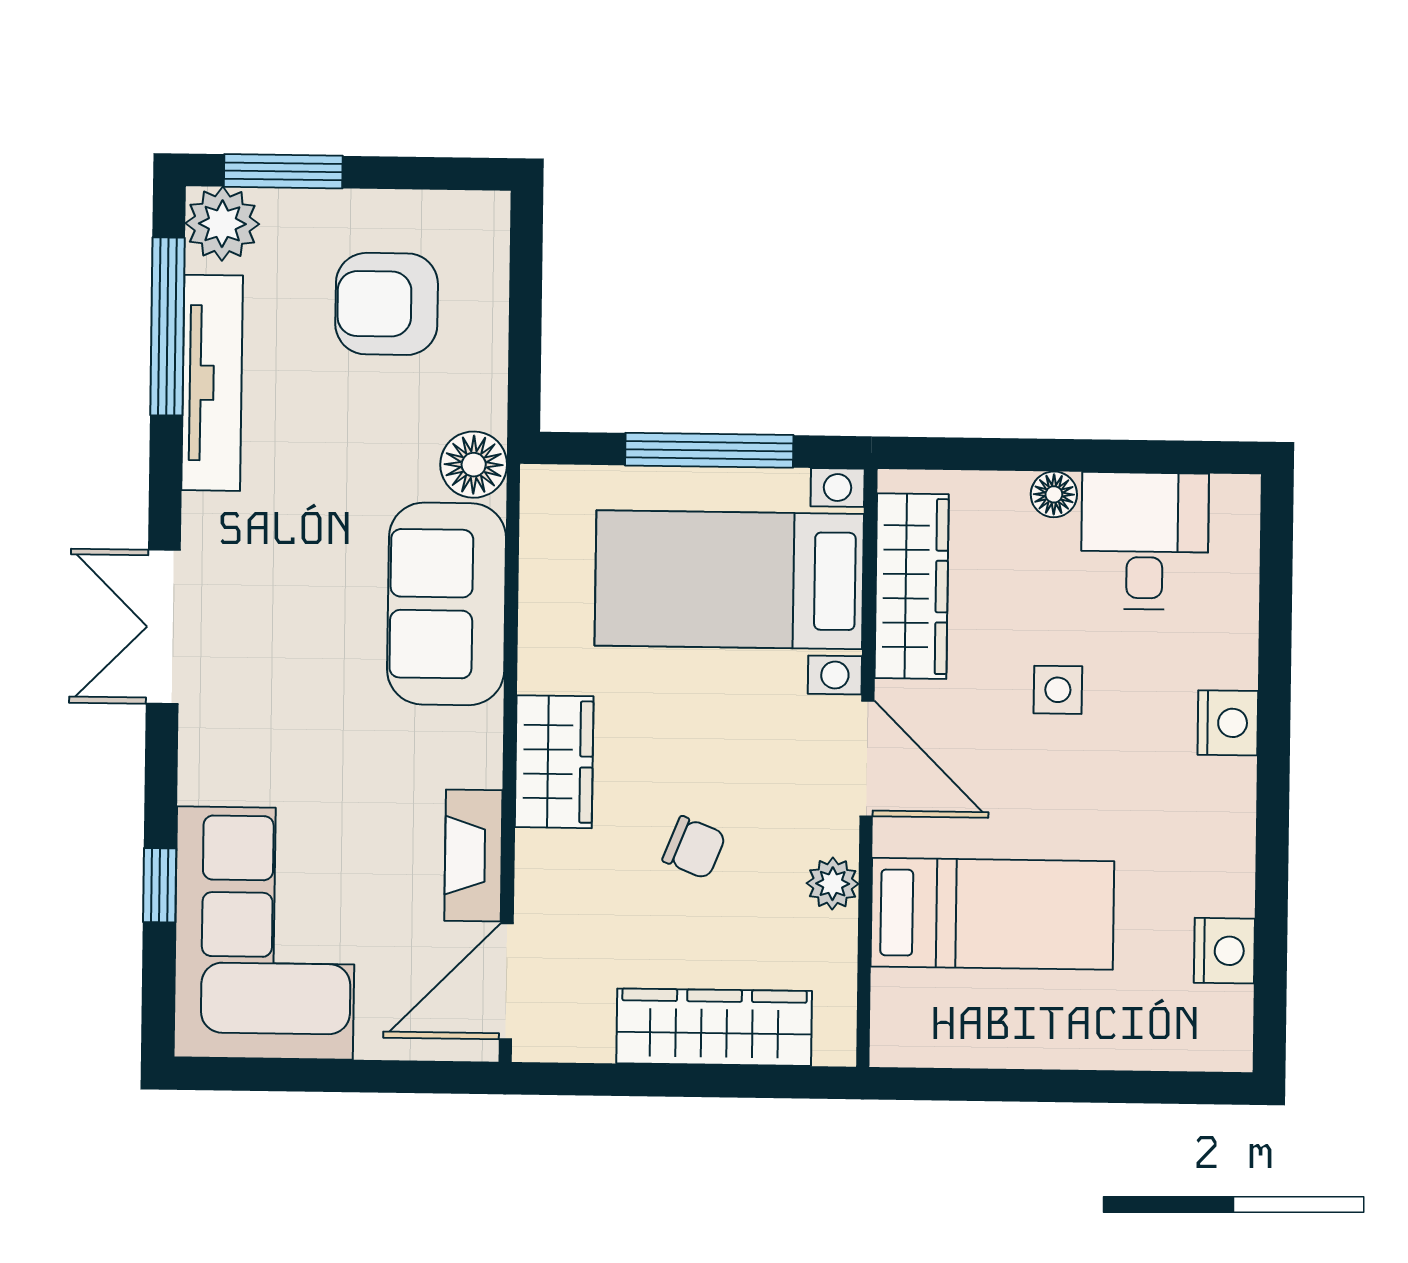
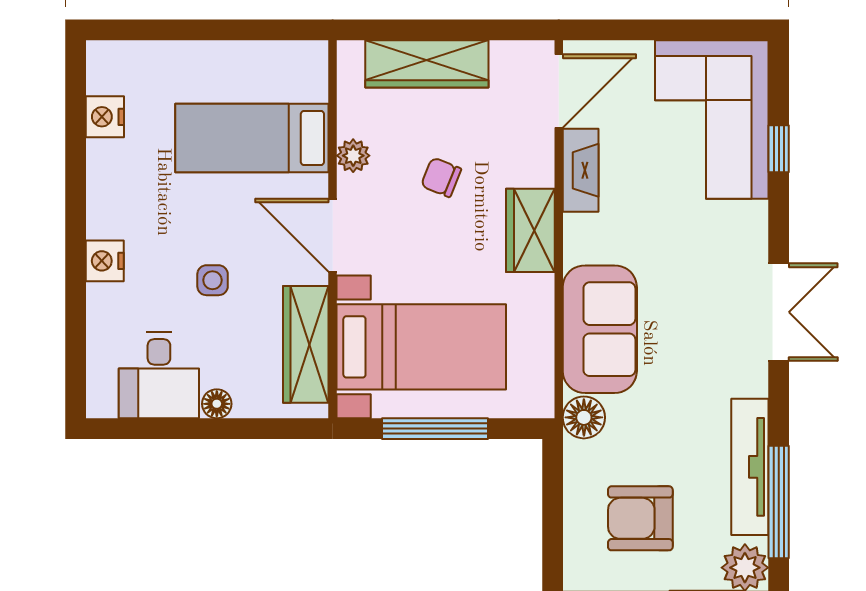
armchair: (387, 304) -> (640, 518), turned 180

